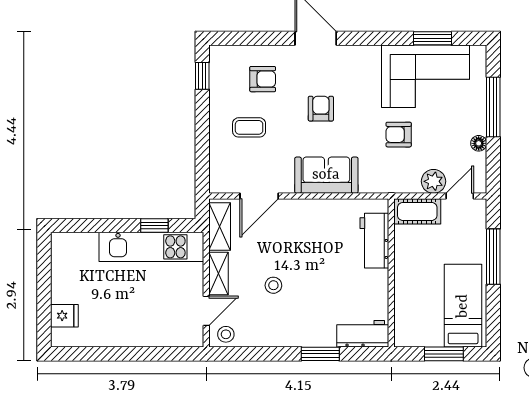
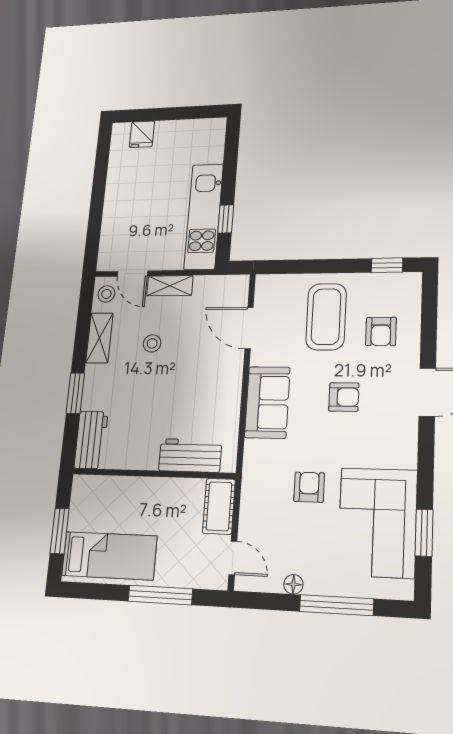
coffee table: (249, 127) -> (326, 317), width x1.86, depth x1.72
plant: (433, 181) -> (252, 527), removed
shelving: (220, 226) -> (99, 338), moved, turned 90

